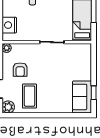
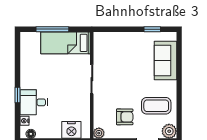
sofa: (82, 97) -> (165, 60), moved, turned 90

